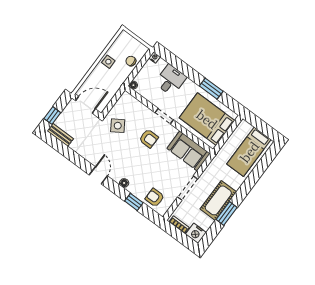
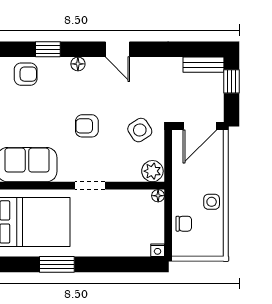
desk: (171, 80) -> (116, 237), removed
plant: (127, 100) -> (152, 171), added
armchair: (149, 139) -> (87, 126), moved

